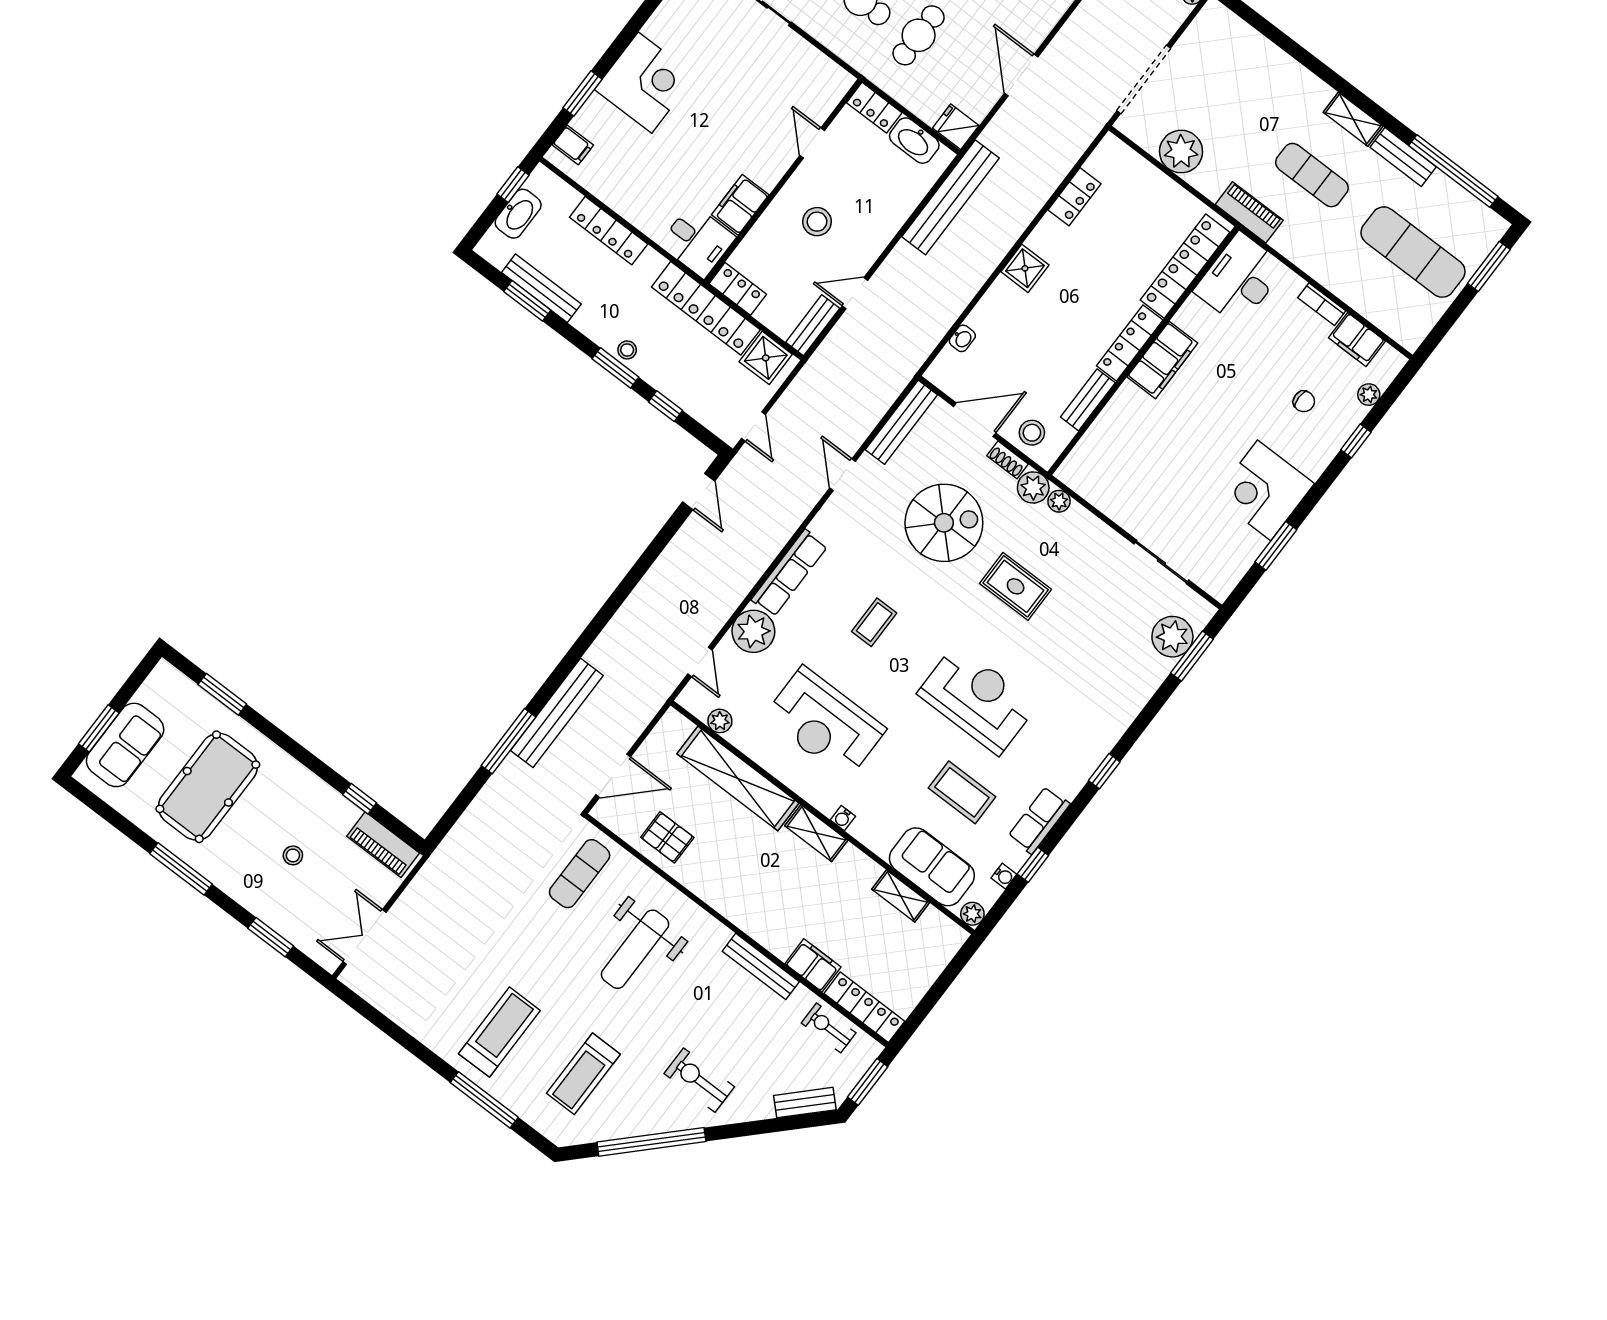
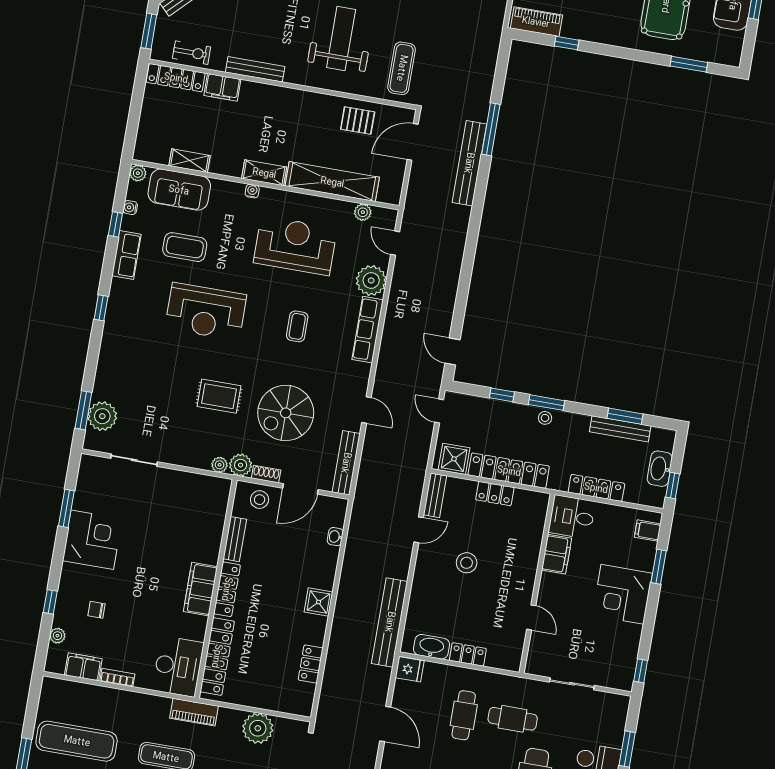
door: (812, 143) -> (531, 617), moved
wall: (783, 181) -> (537, 583), moved
filing cabinet: (740, 205) -> (557, 554), moved
desk: (697, 241) -> (572, 517), moved

